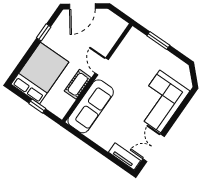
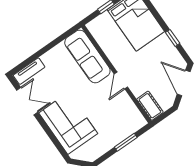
door: (102, 66) -> (121, 80), swing flipped
cot: (78, 84) -> (150, 106), moved

